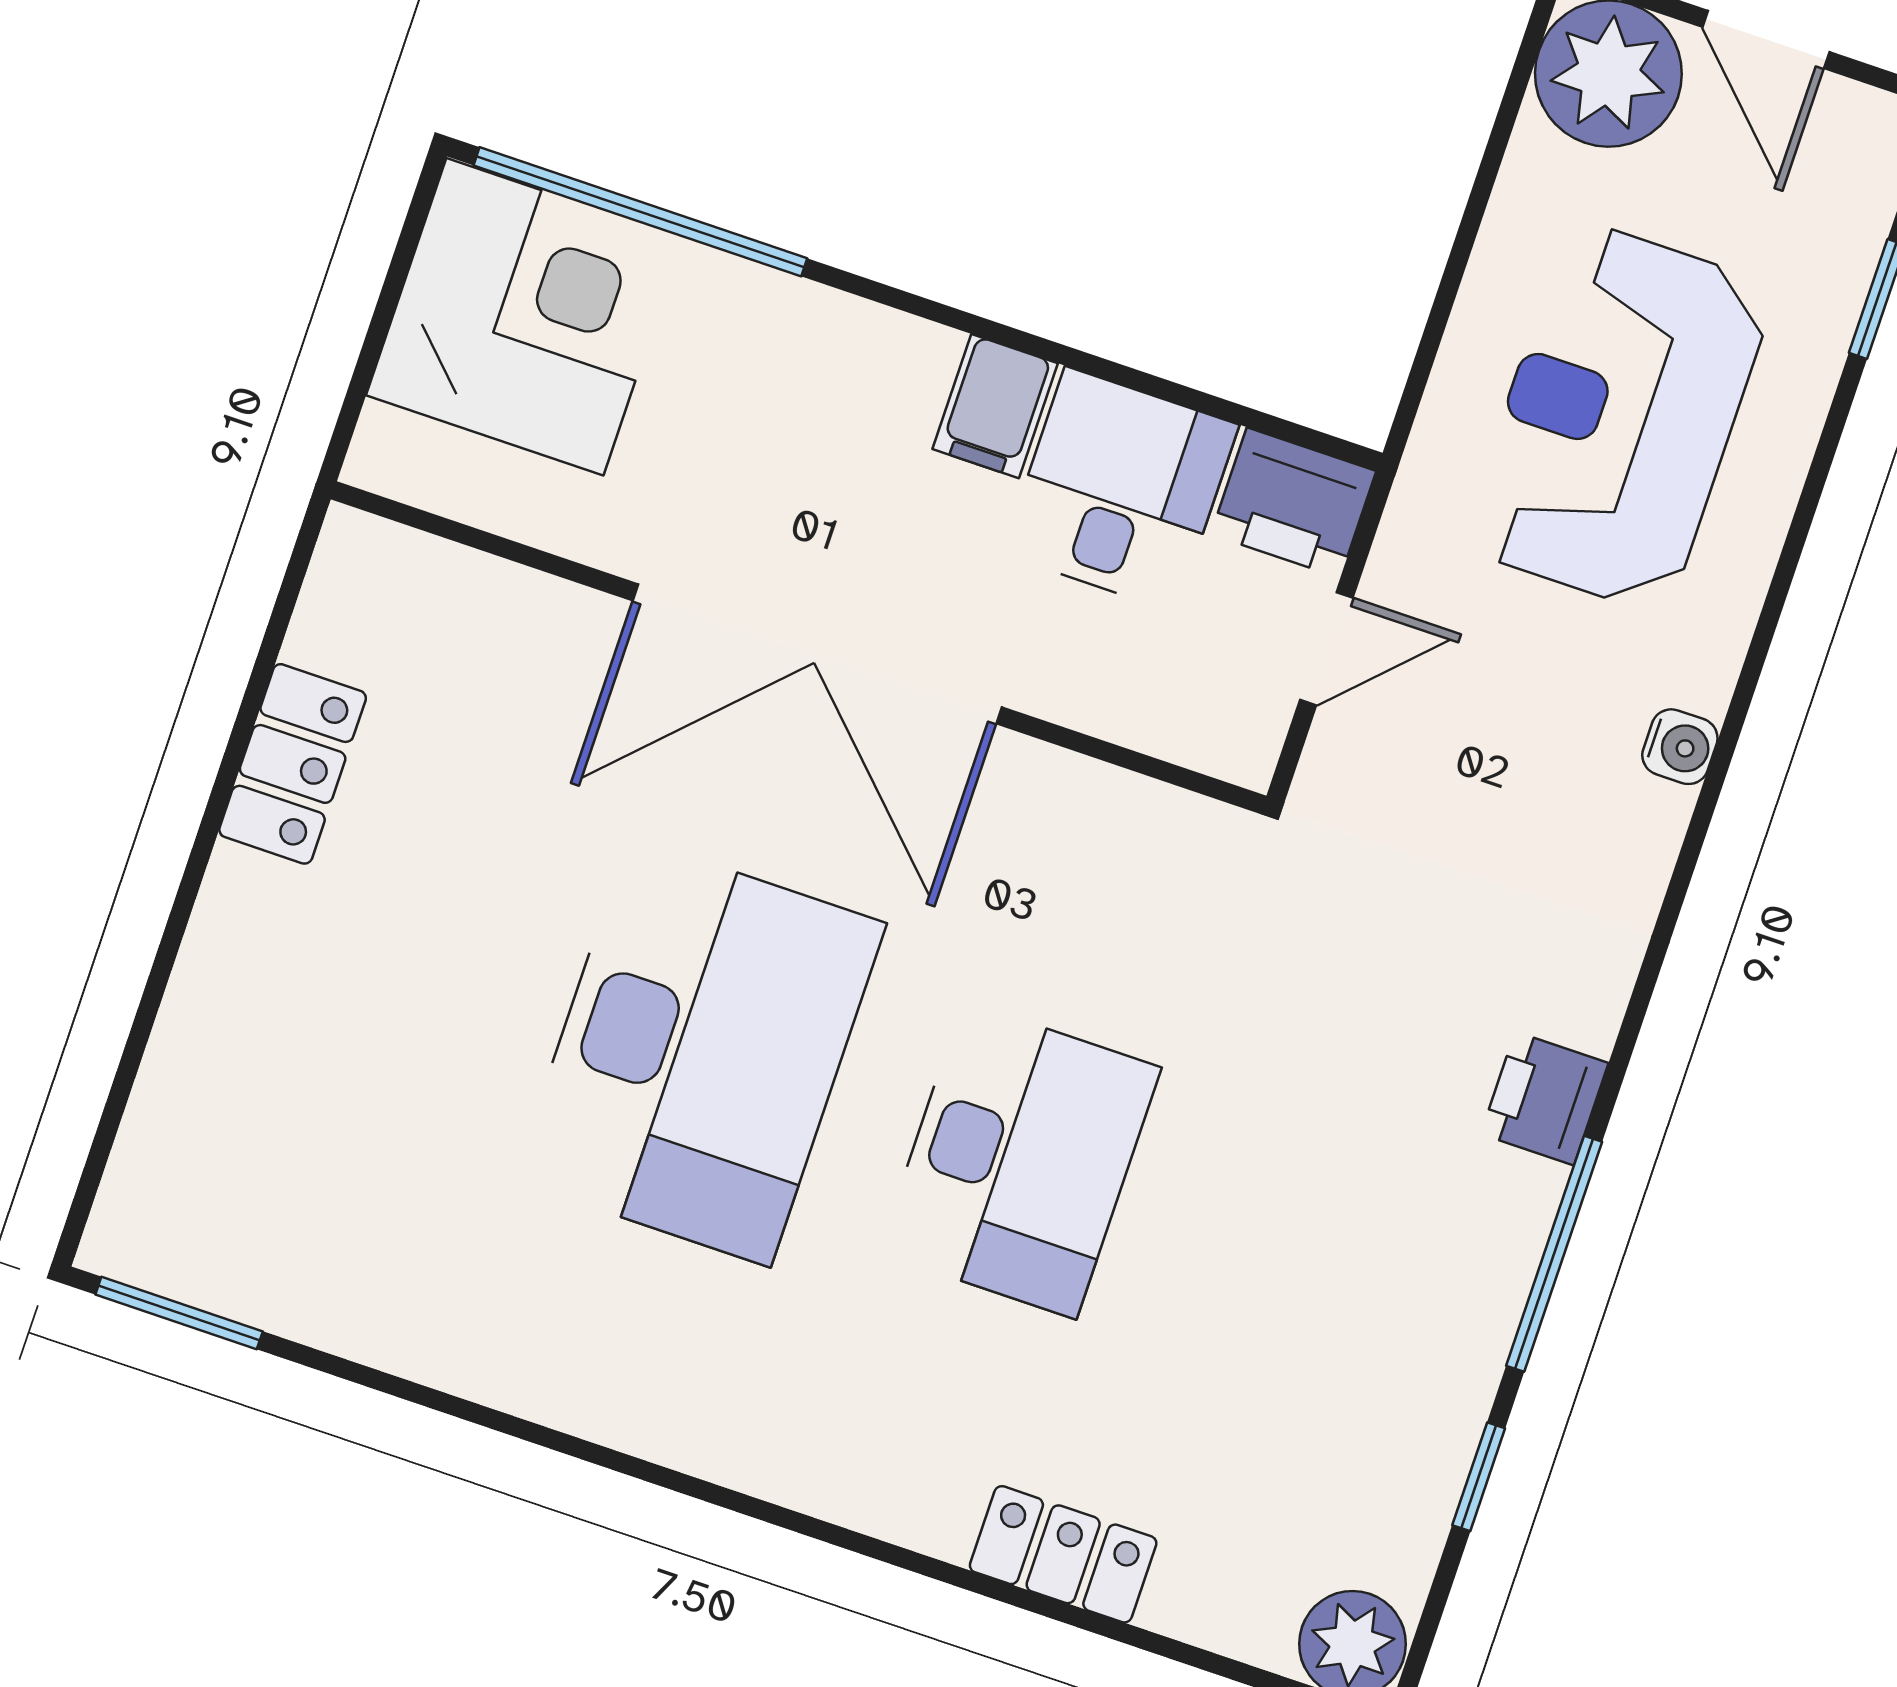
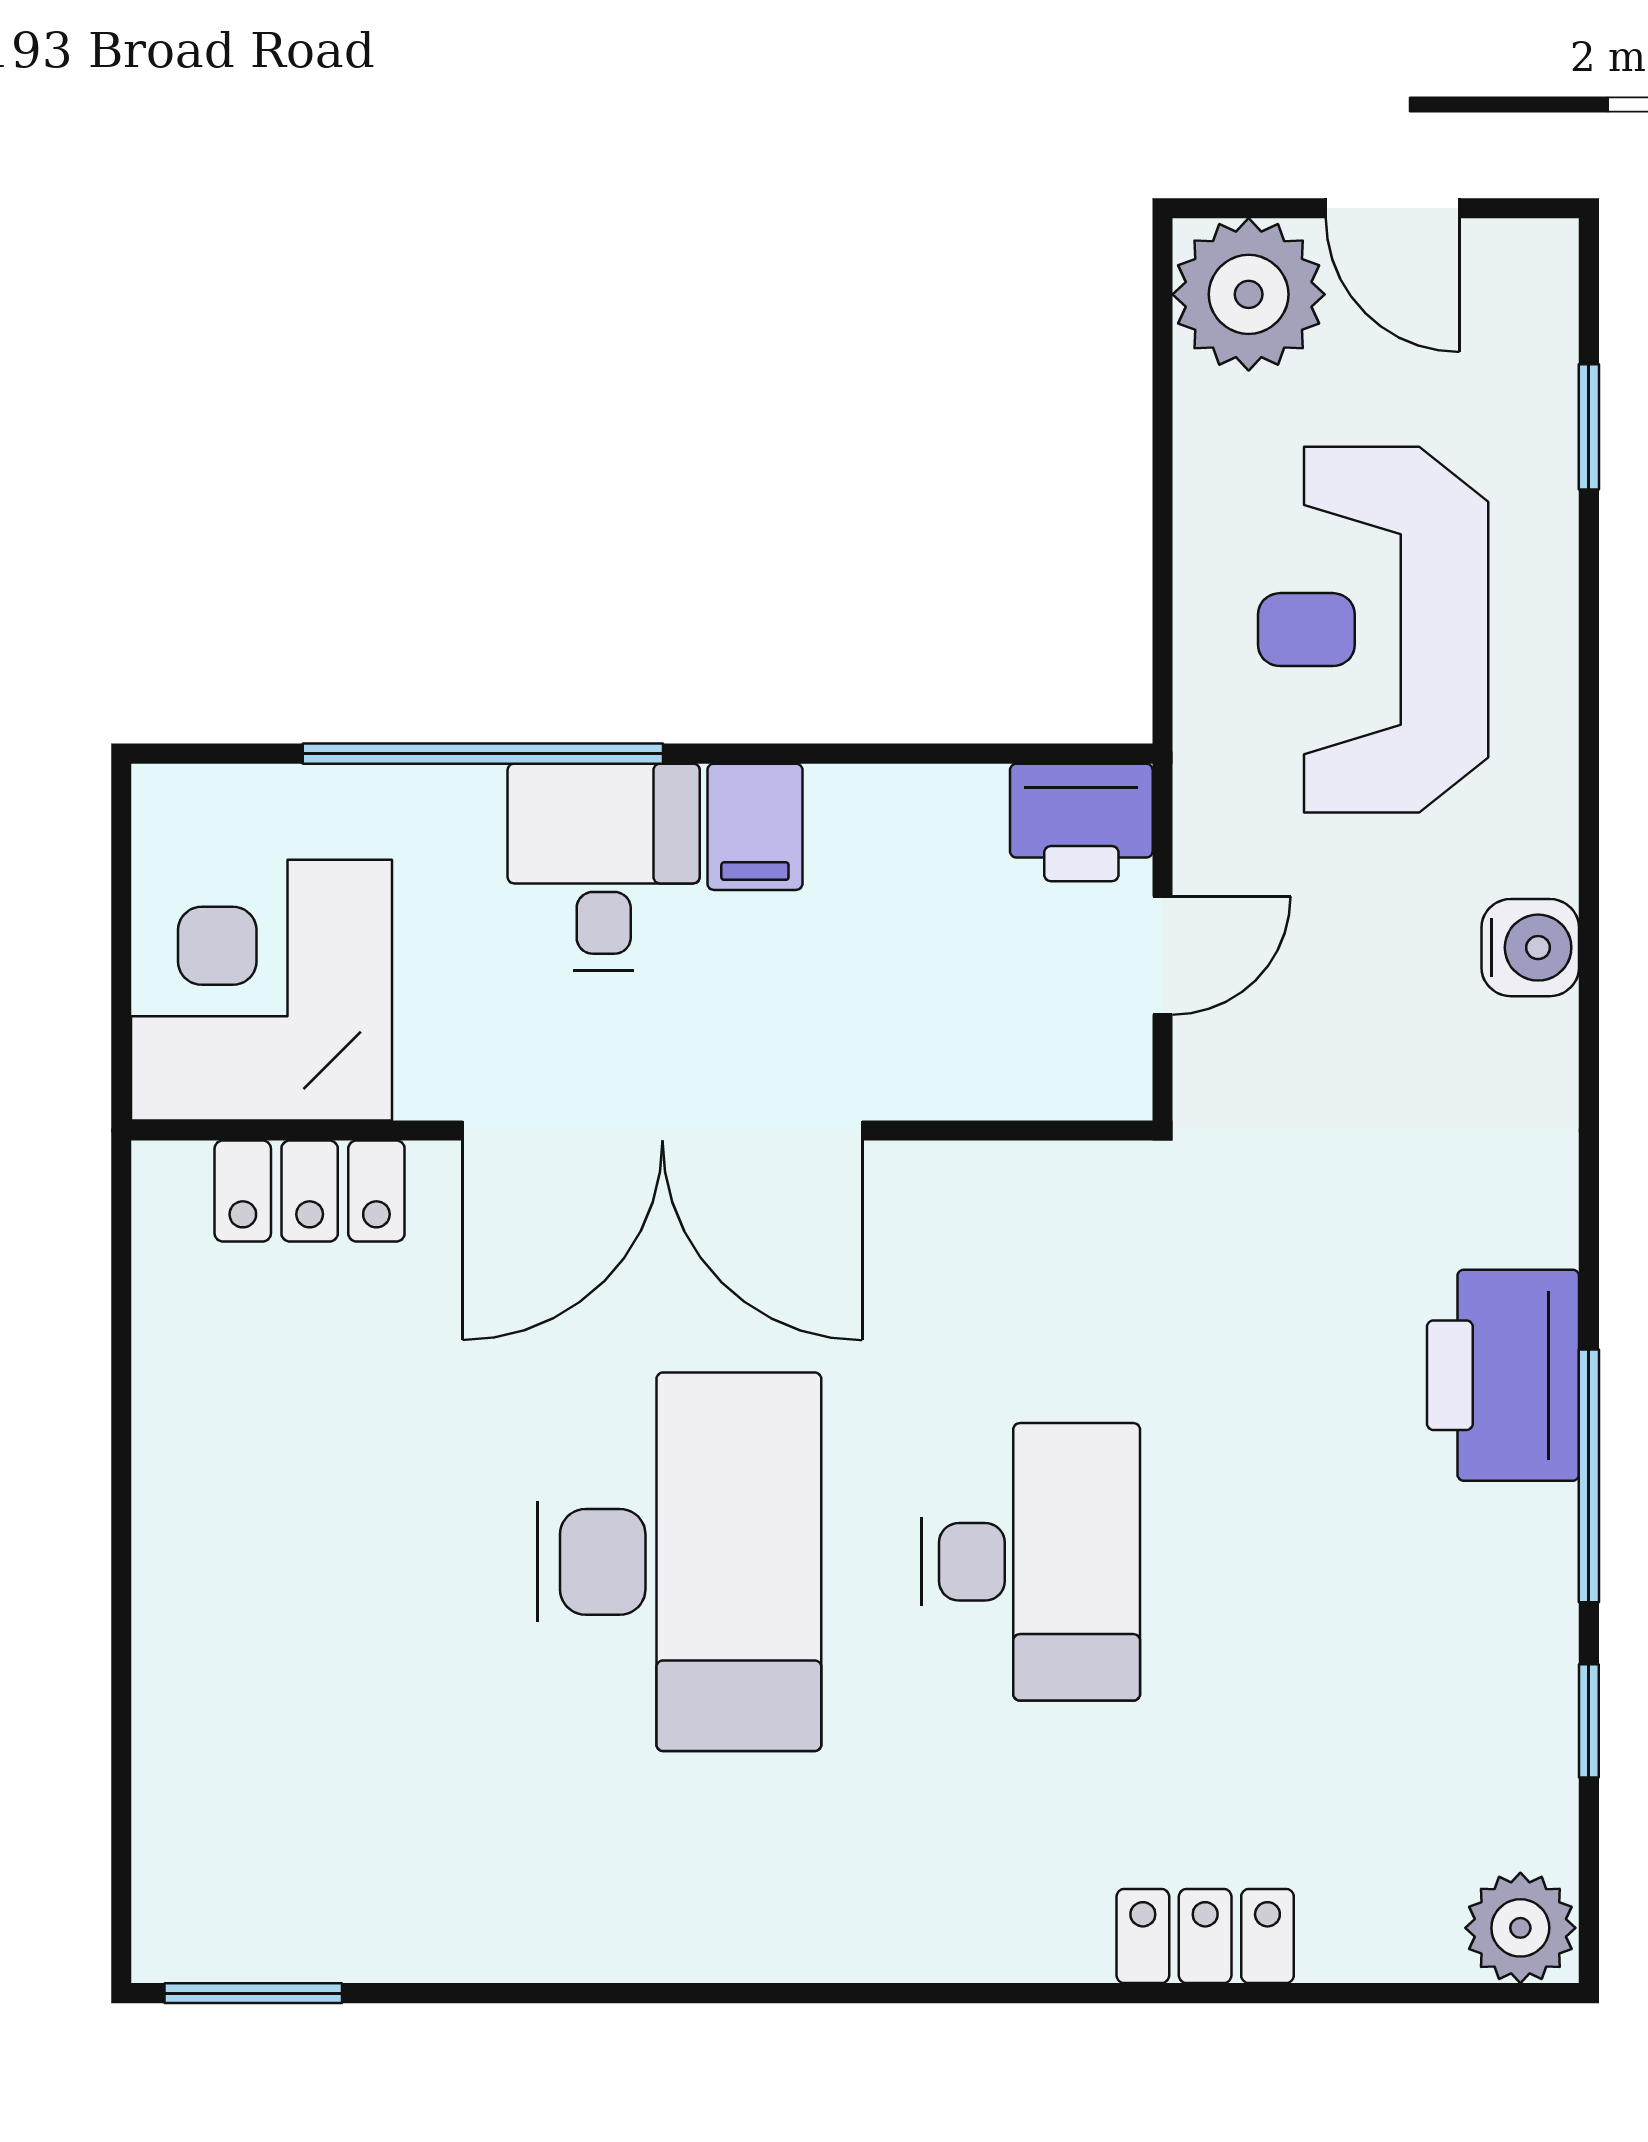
window: (640, 212) -> (483, 754), moved
corner desk: (525, 317) -> (262, 990), moved, turned -90
desk: (1120, 489) -> (604, 867), moved
water cooler: (1680, 747) -> (1530, 948), width x1.38, depth x1.38
locker: (293, 764) -> (310, 1191), moved, turned 90
printer: (1545, 1098) -> (1503, 1375), width x1.87, depth x1.48

